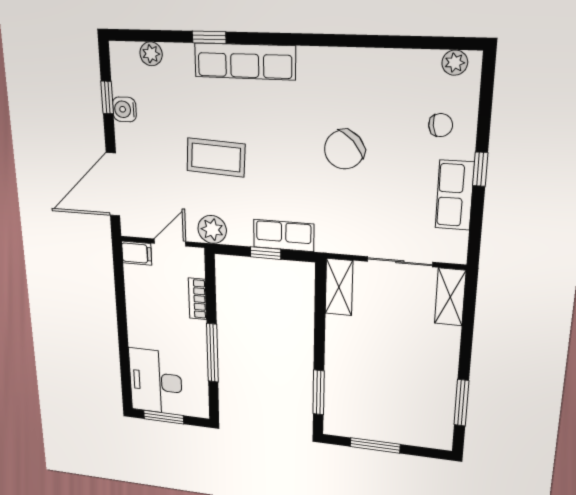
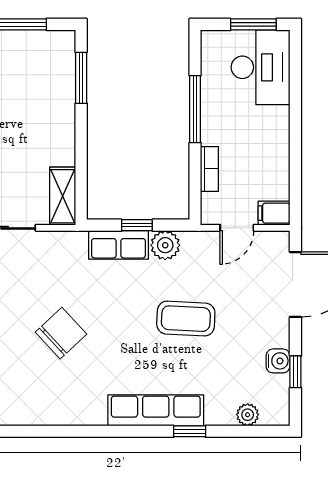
plant: (212, 230) -> (165, 245), moved

